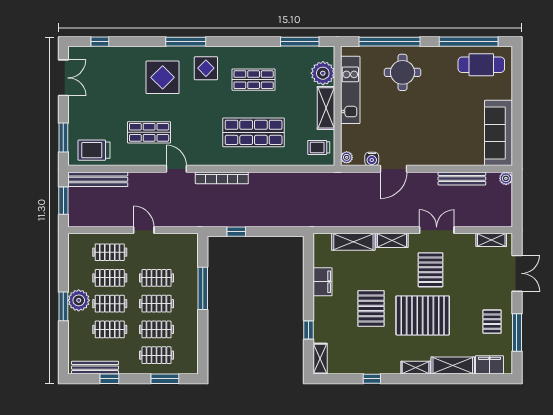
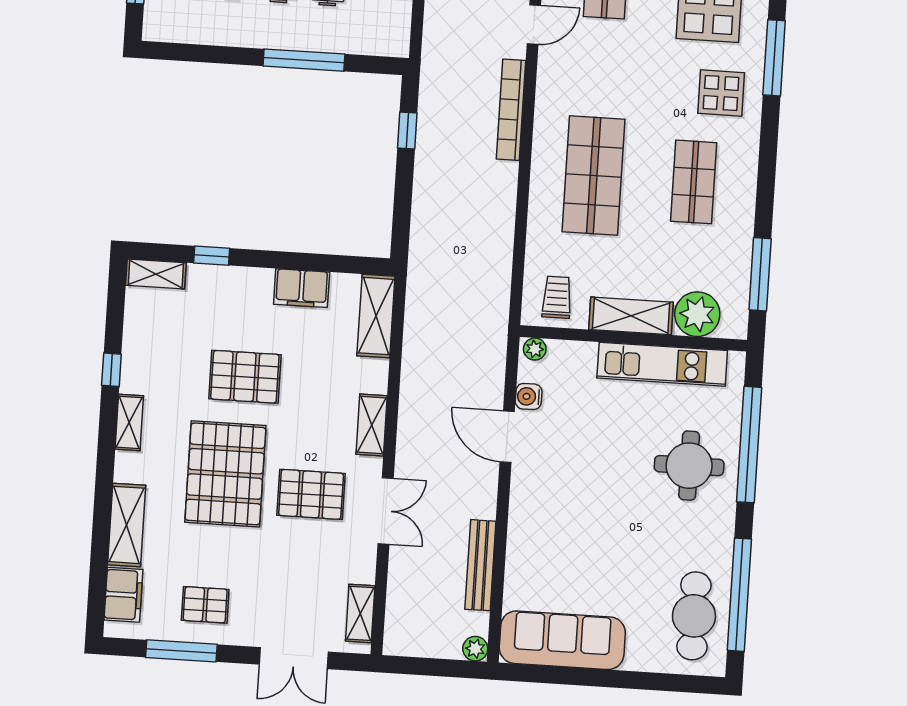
shelving: (353, 242) -> (376, 316), moved
shelving: (416, 368) -> (129, 422), moved

